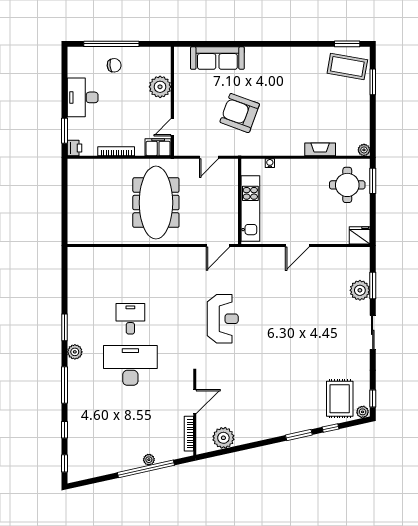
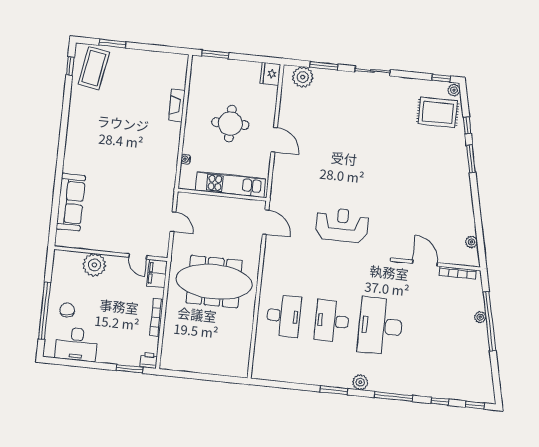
window: (347, 44) -> (70, 66), width x0.67
desk: (83, 97) -> (77, 344), moved
armchair: (240, 113) -> (130, 185), removed
plant: (364, 150) -> (182, 60), removed
round table: (347, 185) -> (230, 124), moved
desk: (130, 272) -> (284, 316), added
plant: (360, 290) -> (303, 77), moved
desk: (130, 319) -> (332, 321), width x1.37
plant: (223, 438) -> (471, 242), width x0.53, depth x0.53

